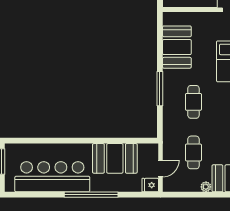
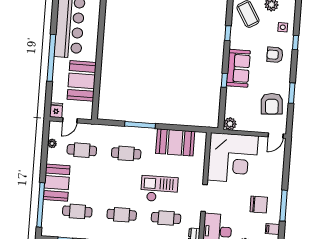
door: (161, 169) -> (70, 120), hinge flipped
plant: (206, 187) -> (52, 143), moved

